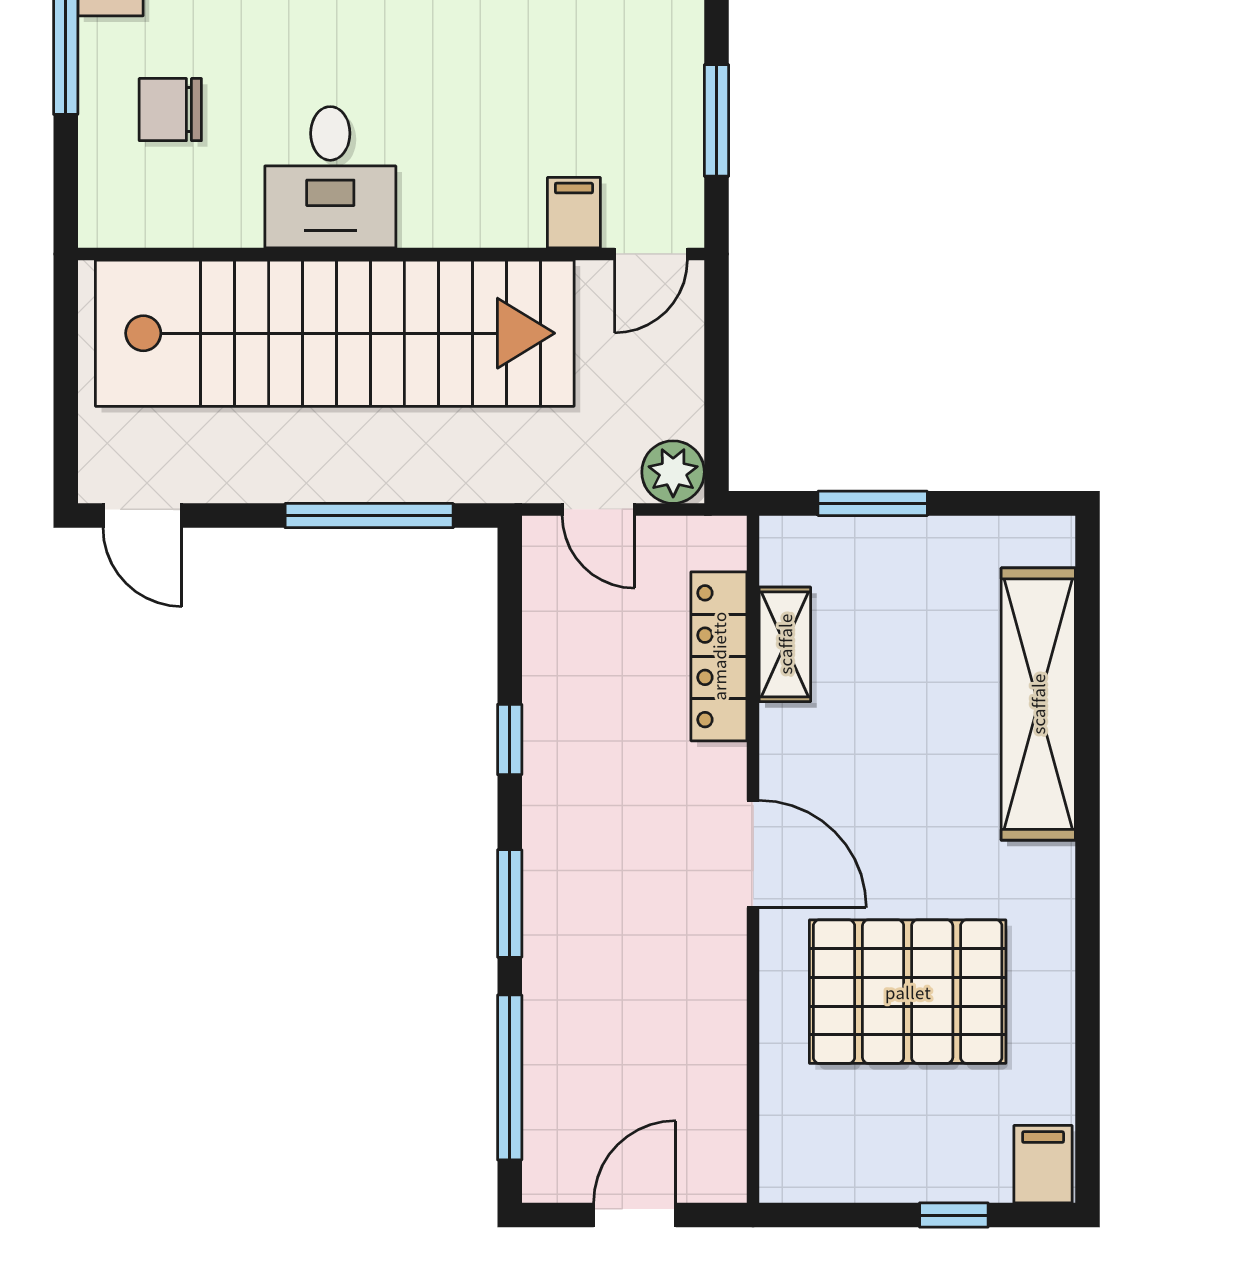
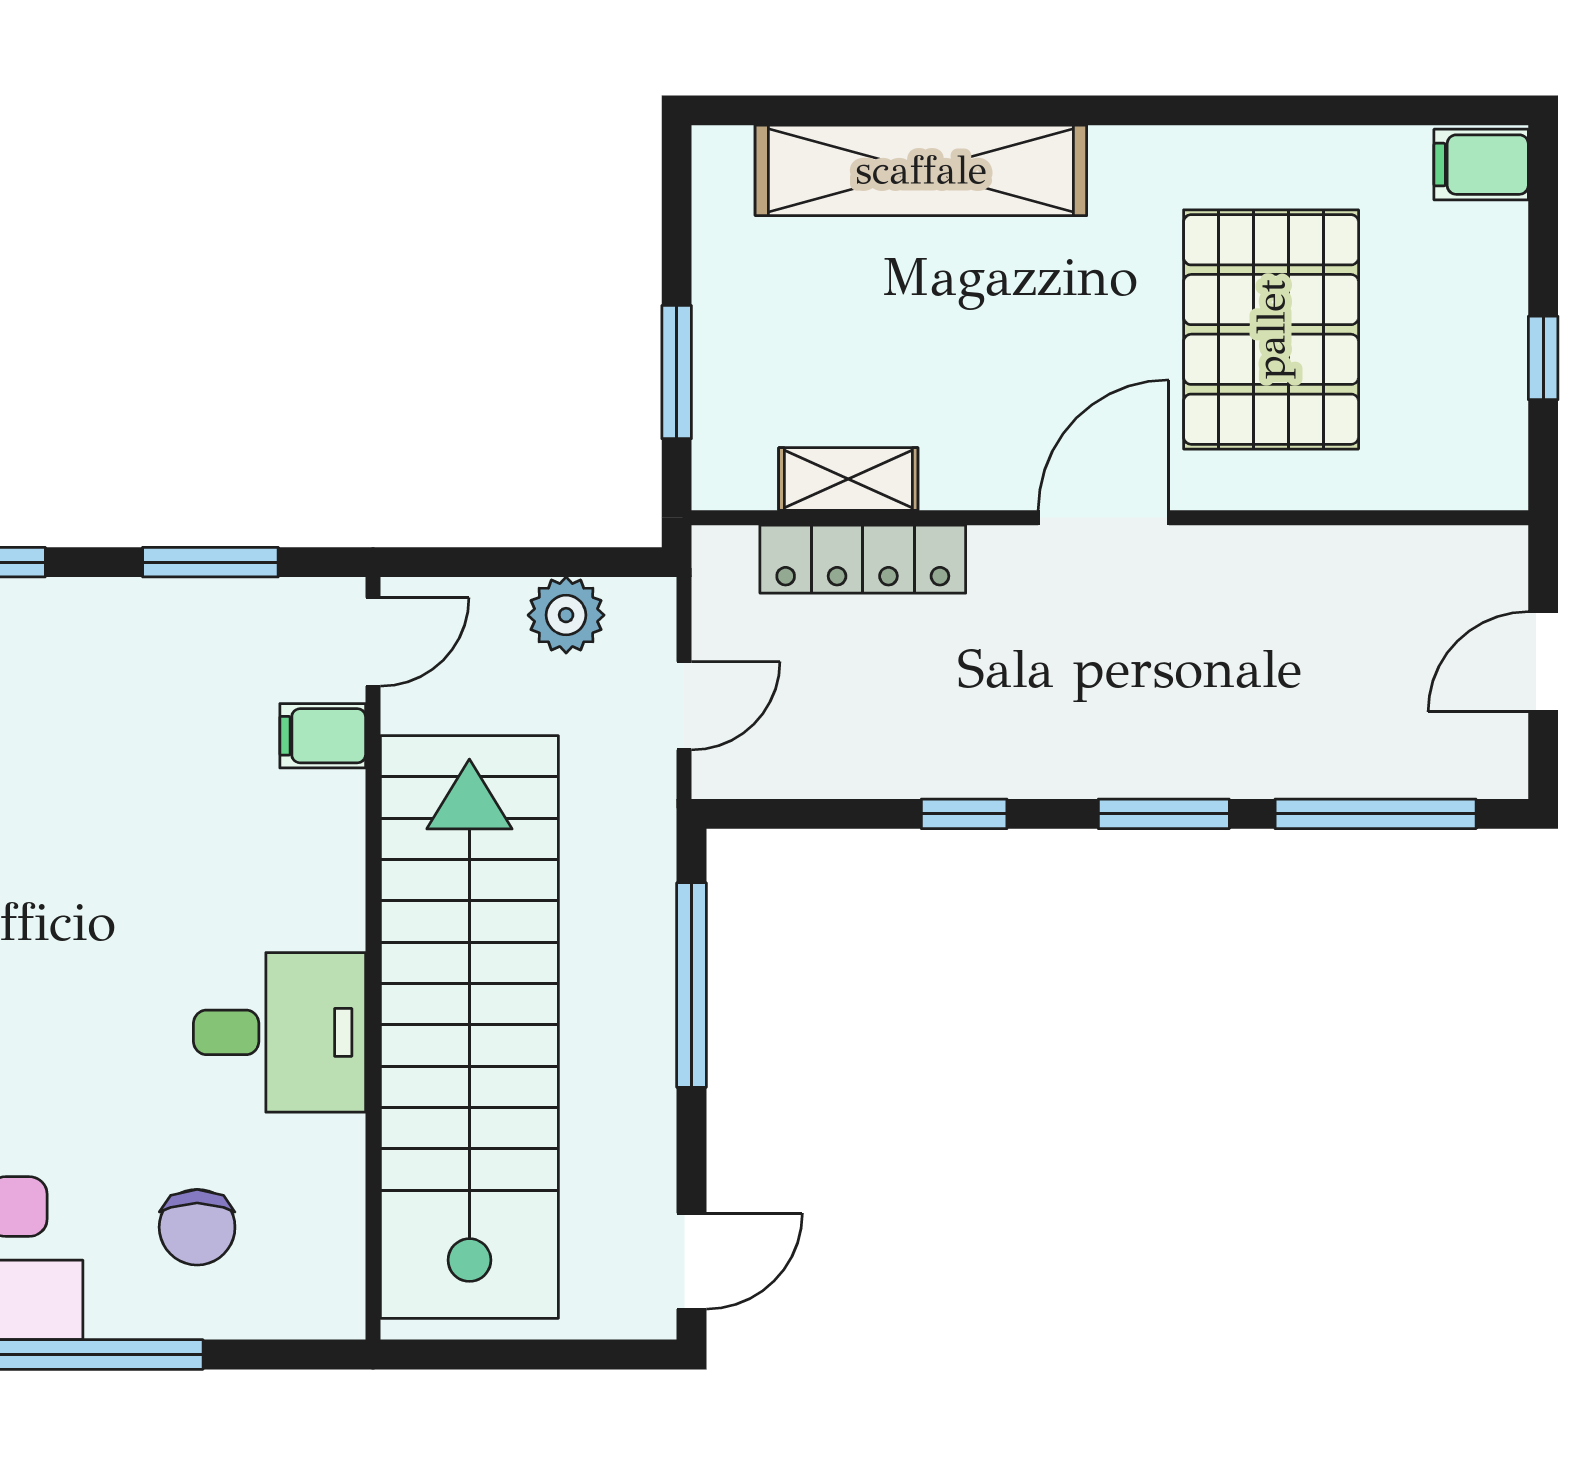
door: (651, 254) -> (373, 642), hinge flipped
plant: (673, 472) -> (566, 615), moved
door: (635, 1215) -> (1543, 662), hinge flipped
window: (954, 1215) -> (1543, 358), moved

